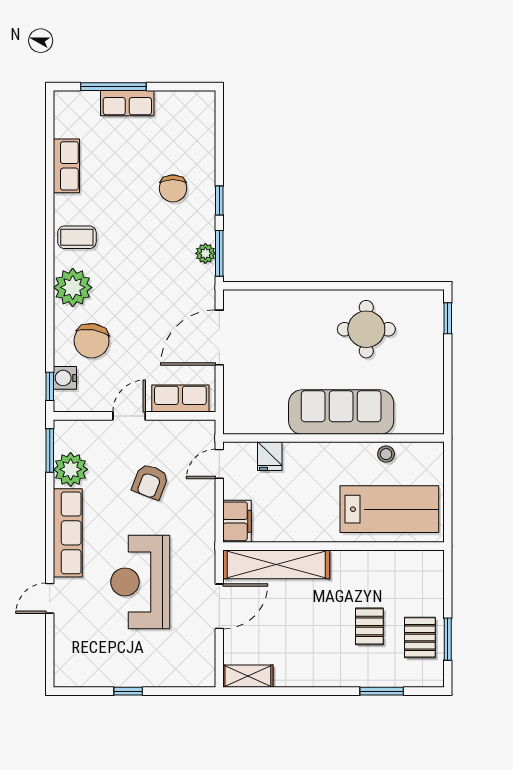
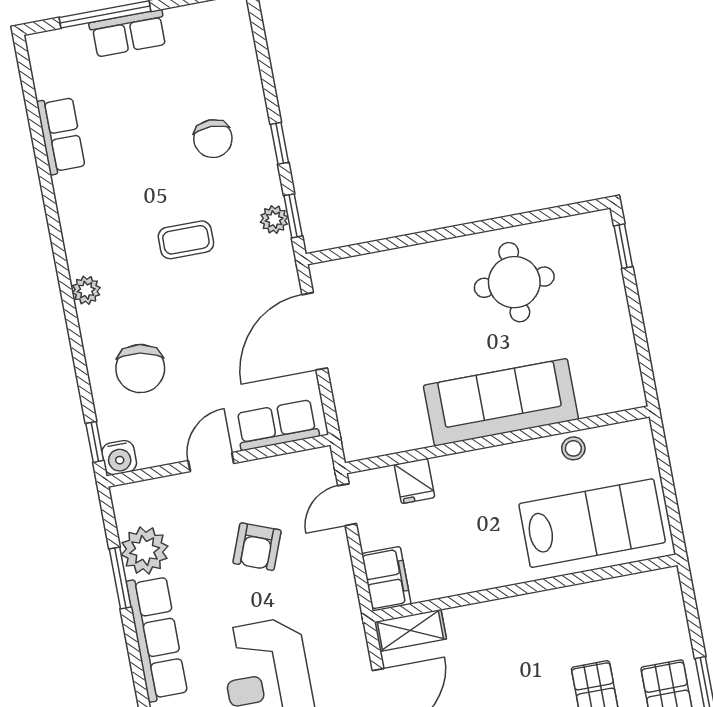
coffee table: (77, 237) -> (186, 240), moved
window: (219, 253) -> (293, 216), width x0.67
plant: (73, 287) -> (86, 290), width x0.53, depth x0.53
water cooler: (65, 378) -> (119, 458), moved, turned -90
window: (50, 450) -> (120, 578), moved
shelving: (276, 564) -> (410, 630), width x0.45, depth x0.75

